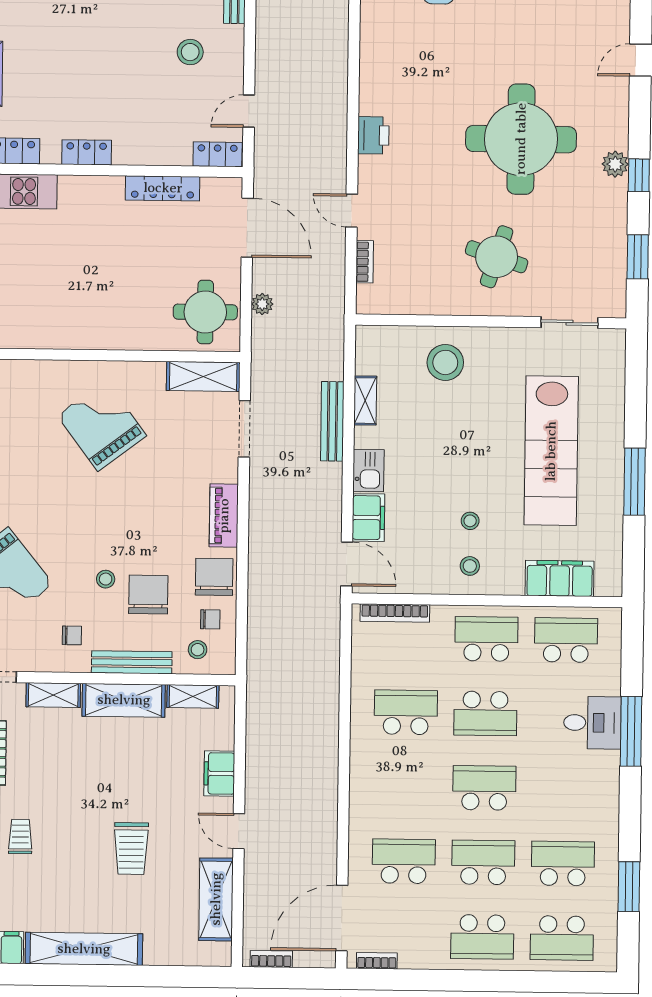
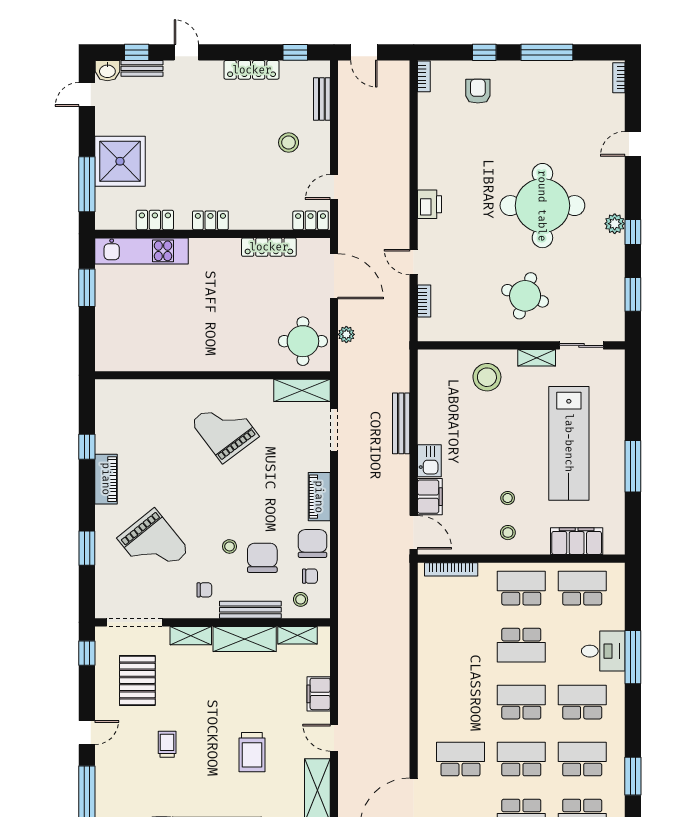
shelving: (365, 401) -> (537, 358), moved, turned 90
school desk: (406, 712) -> (582, 702), moved

